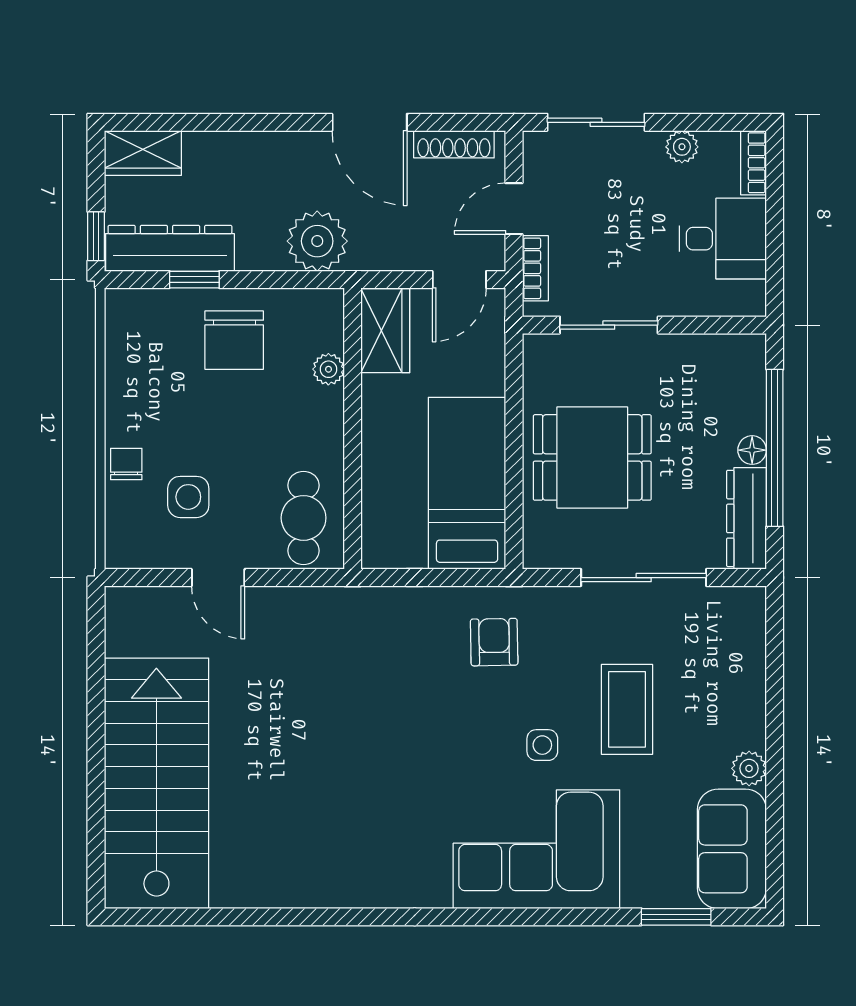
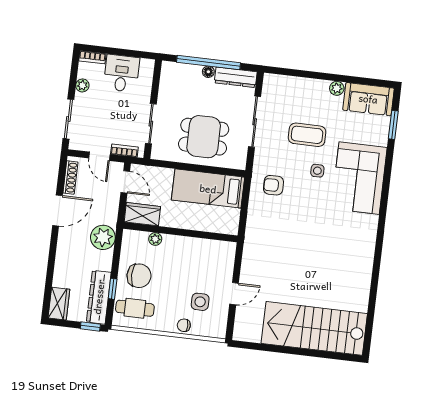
dining table: (592, 457) -> (204, 137), turned 90
cafe table: (304, 518) -> (135, 308), moved

